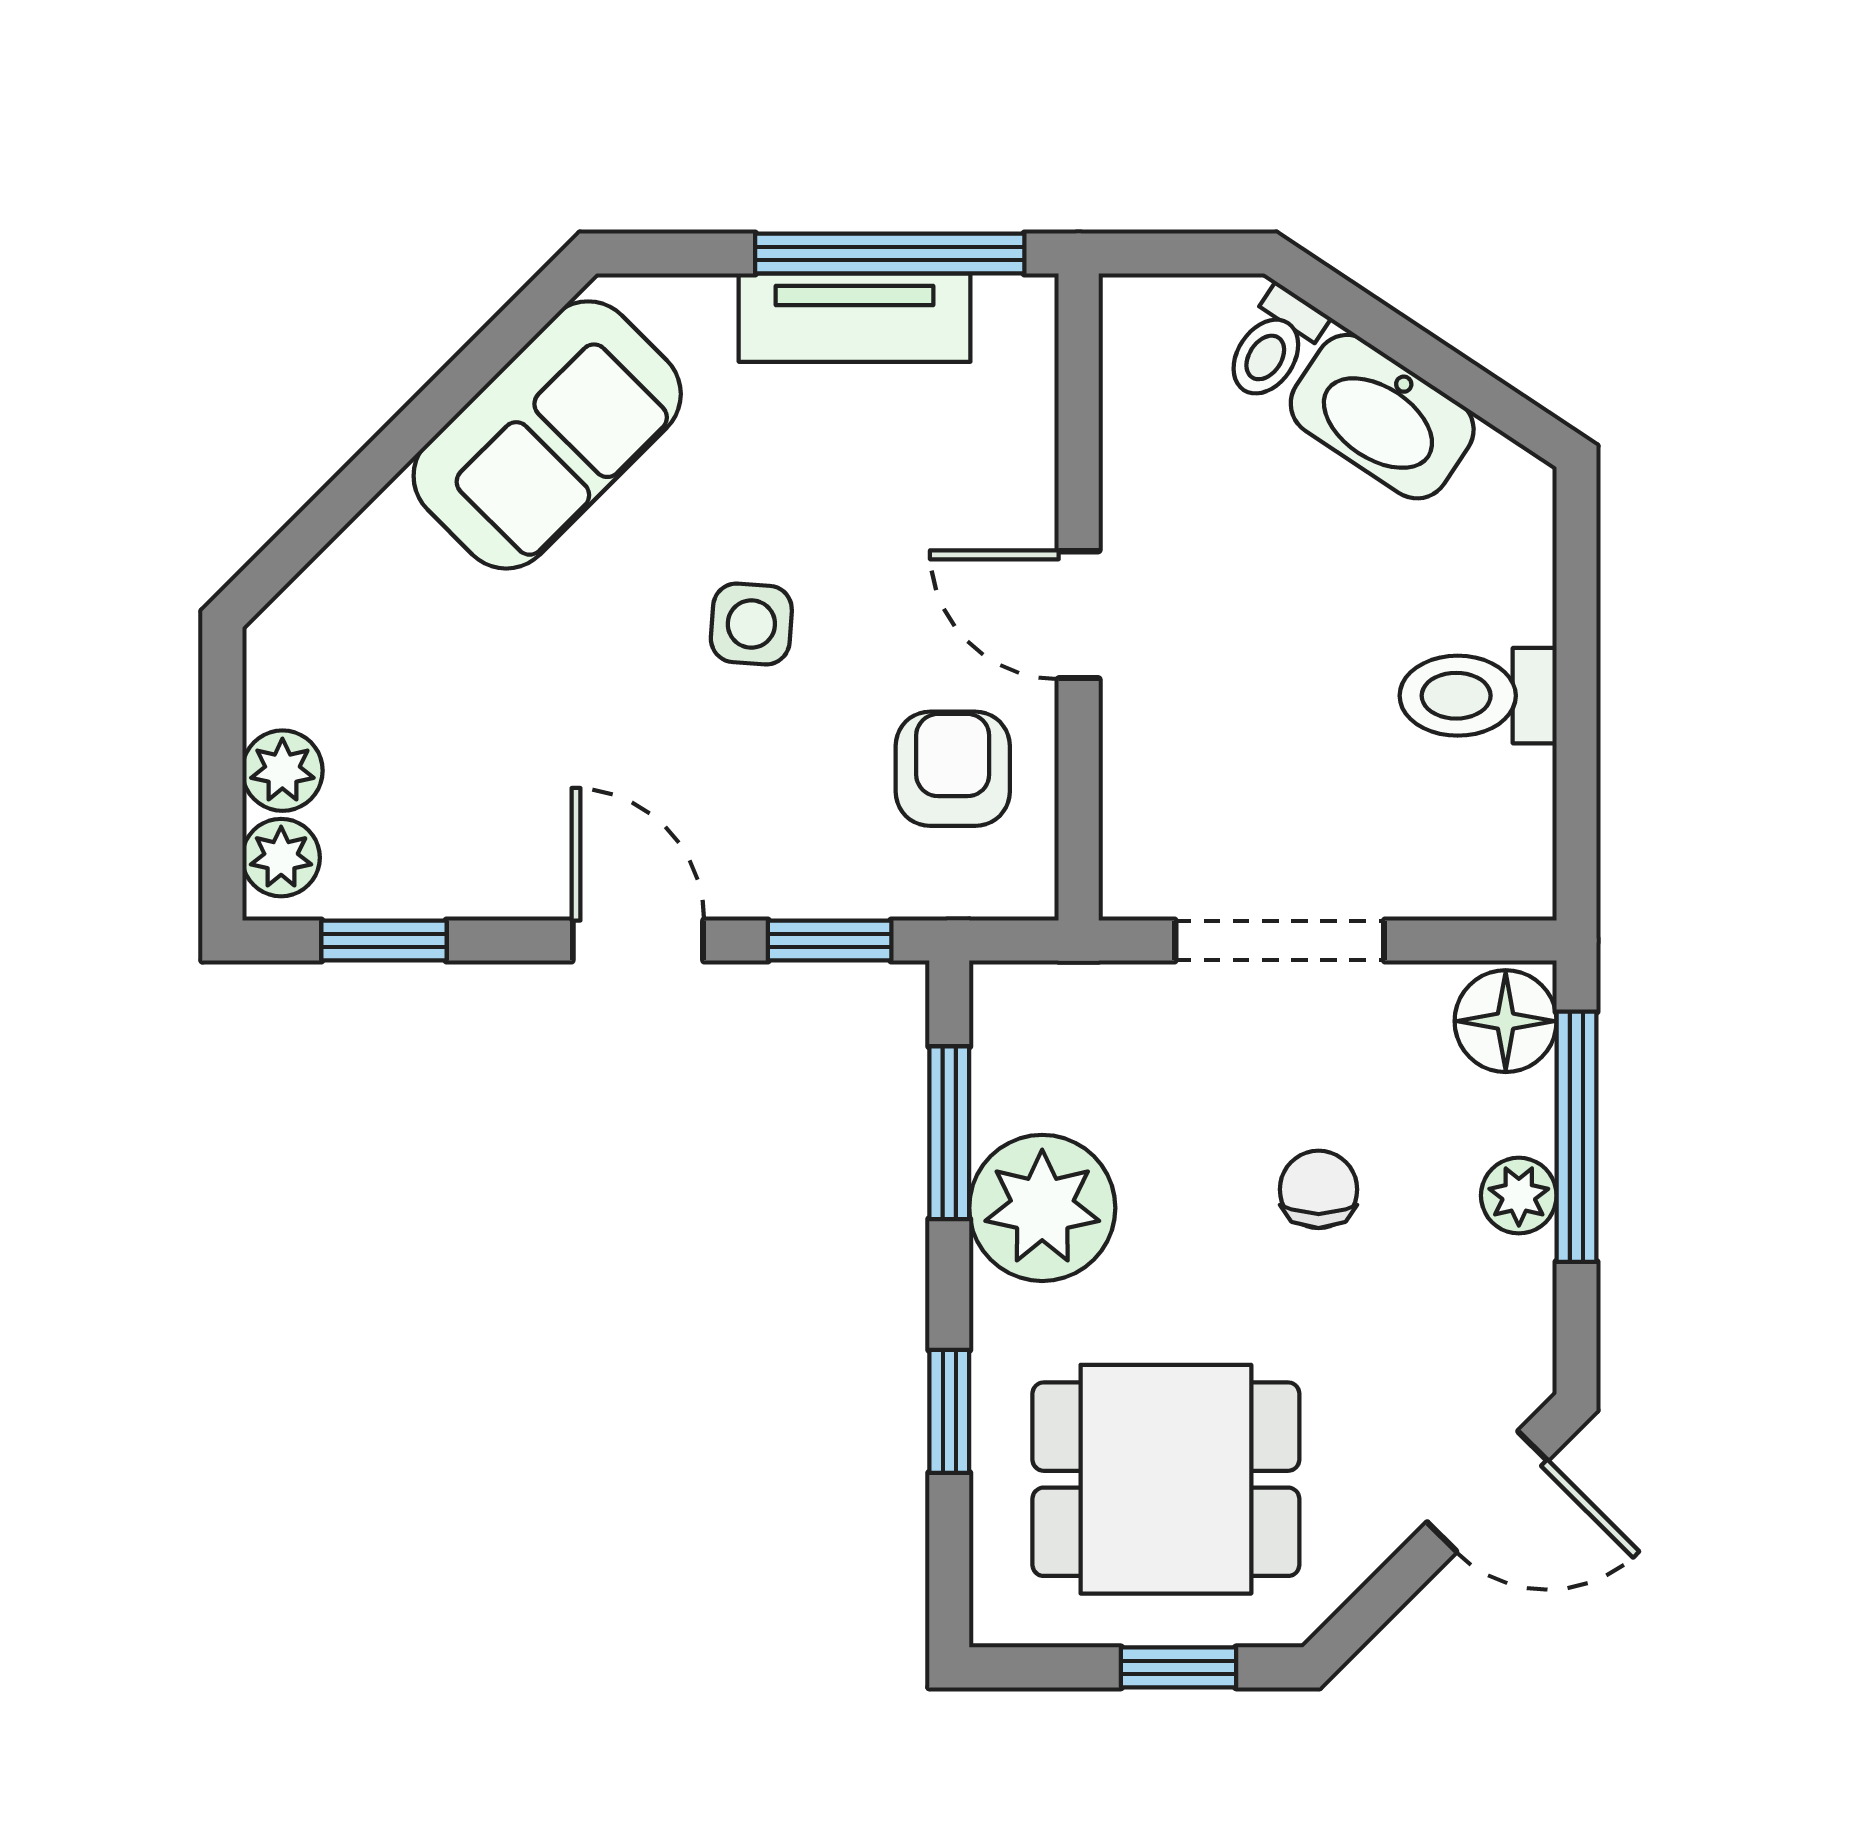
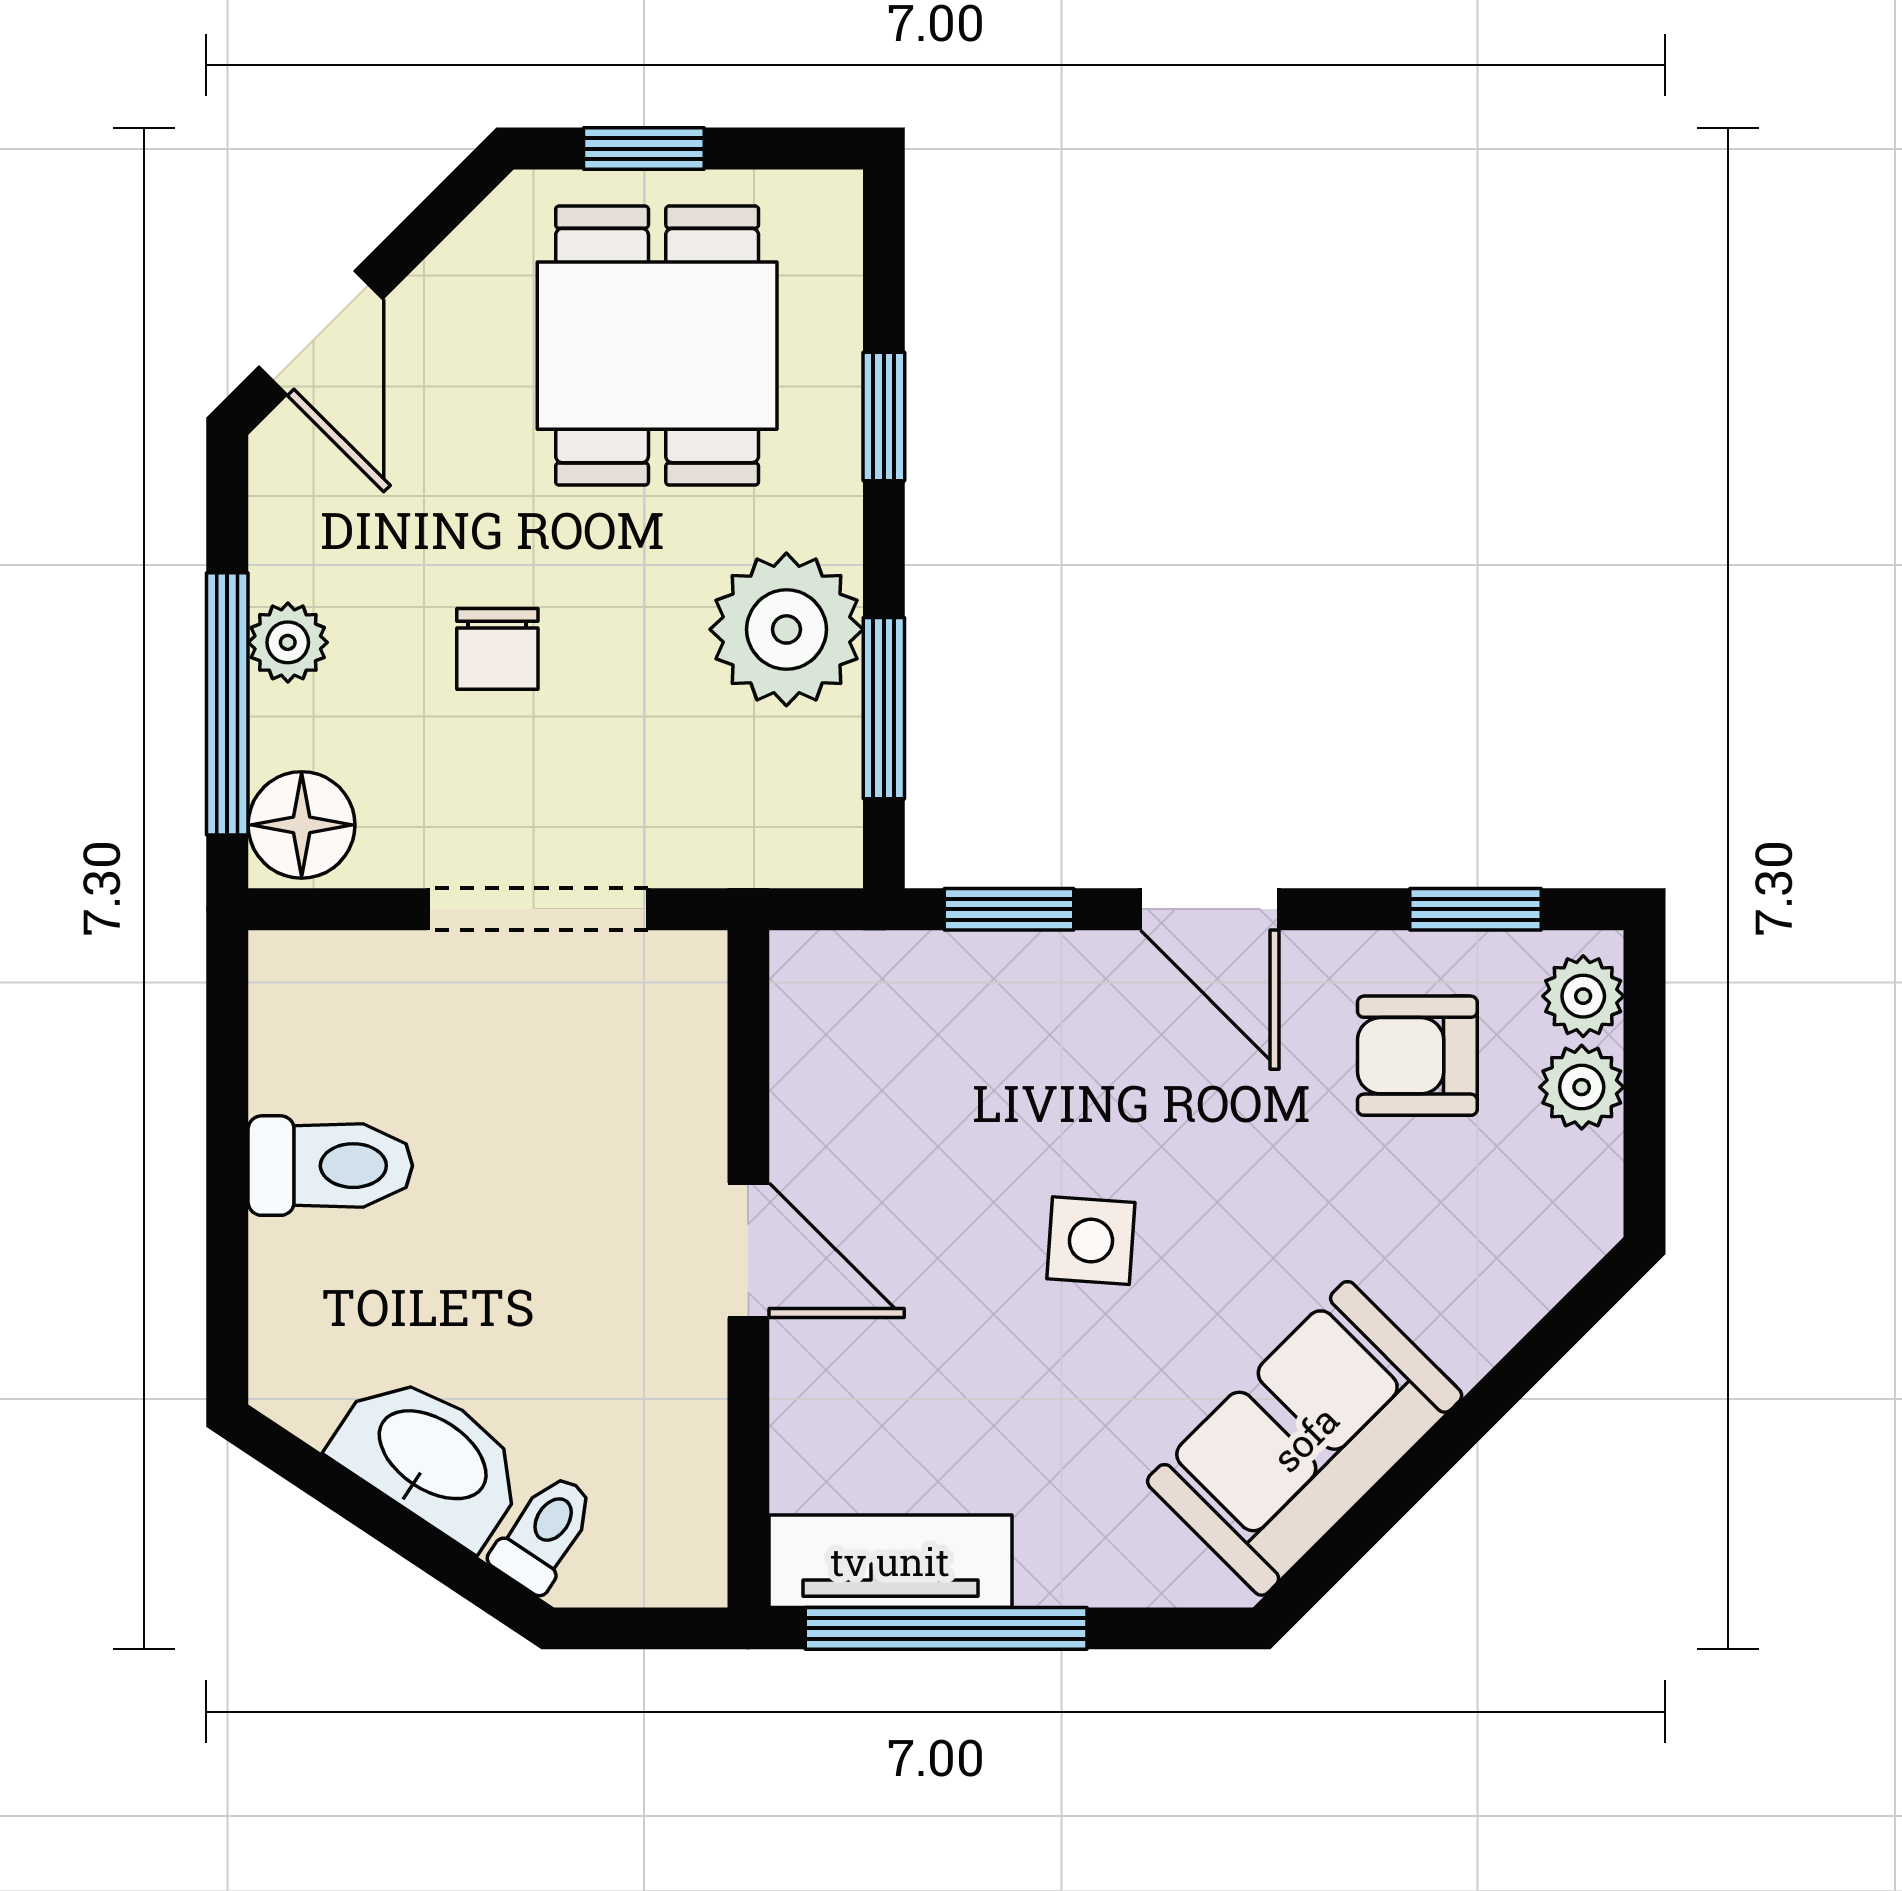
tv unit: (855, 318) -> (890, 1561), moved
armchair: (953, 769) -> (1417, 1056), moved, turned 90
dining table: (1166, 1479) -> (657, 346), turned 90
door: (1487, 1491) -> (321, 333), swing flipped

